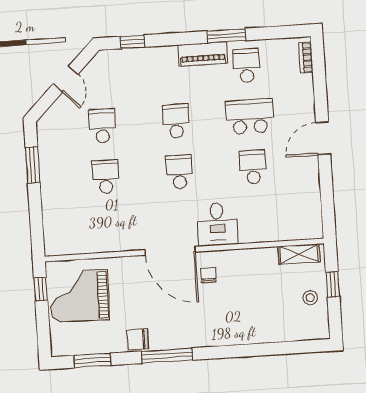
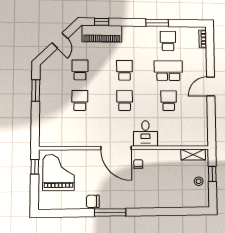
piano: (203, 54) -> (102, 34), moved, width x1.37, depth x1.33
grand piano: (80, 296) -> (59, 172), turned 89
window: (92, 360) -> (64, 213), removed

